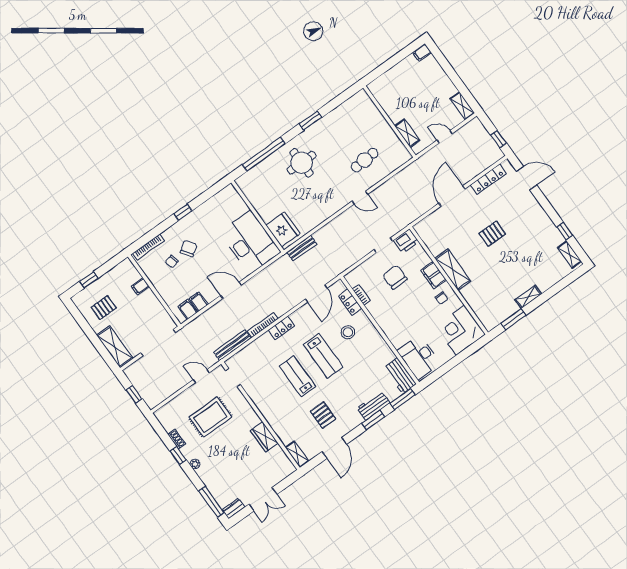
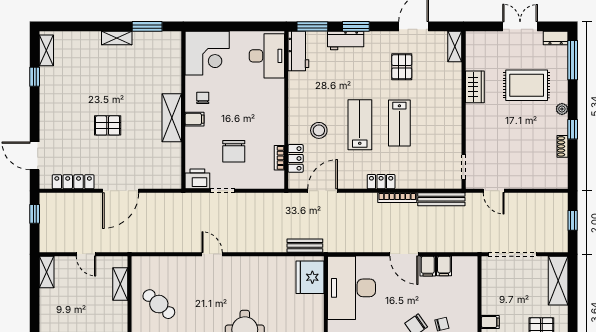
cafe table: (365, 160) -> (159, 304), moved, turned 45
filing cabinet: (434, 275) -> (195, 119), width x0.50
filing cabinet: (188, 309) -> (428, 266), moved
rug: (210, 417) -> (527, 85), moved

